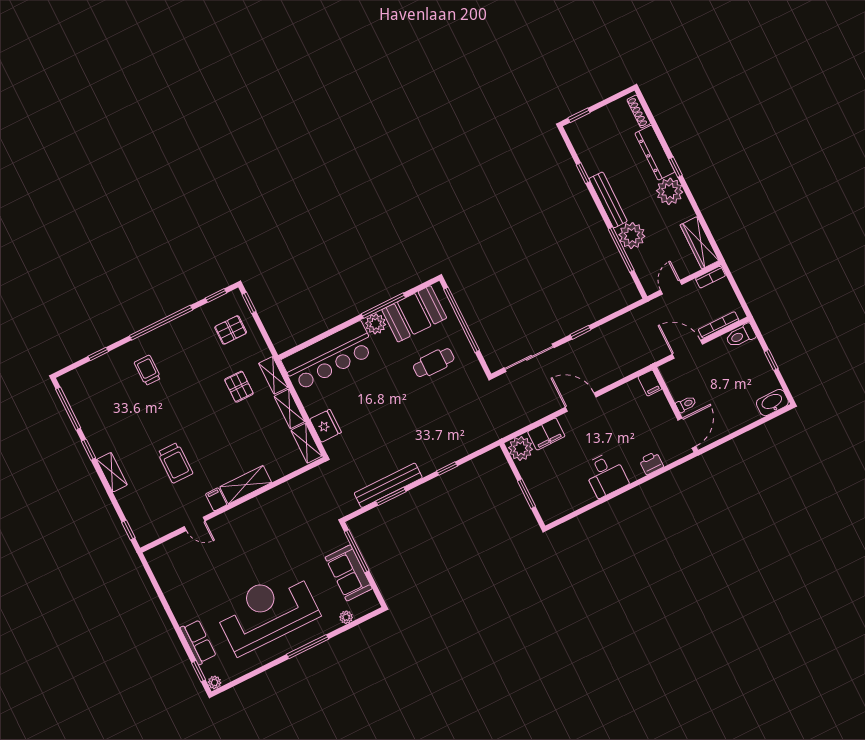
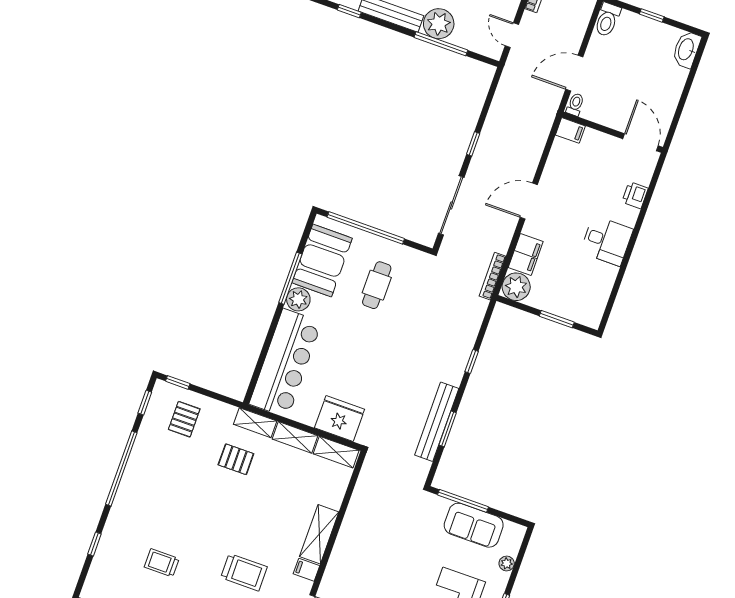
bookcase: (719, 325) -> (493, 276), moved
trolley: (148, 370) -> (162, 563), moved
toilet: (686, 404) -> (575, 104), moved
fridge: (326, 426) -> (340, 419), width x1.36, depth x1.34

